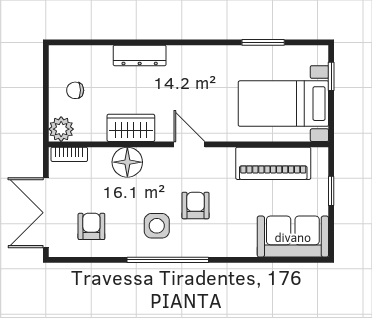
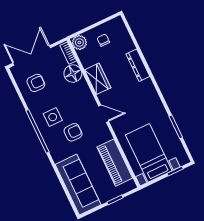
door: (189, 144) -> (104, 114), hinge flipped
floor lamp: (127, 162) -> (73, 74), moved
sofa: (293, 237) -> (78, 185), width x1.36

